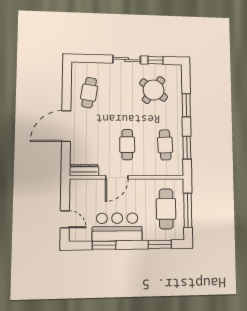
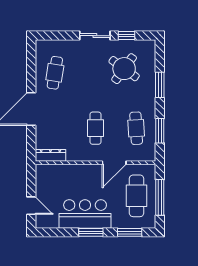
door: (117, 177) -> (114, 163), moved
window: (104, 245) -> (91, 232), moved

